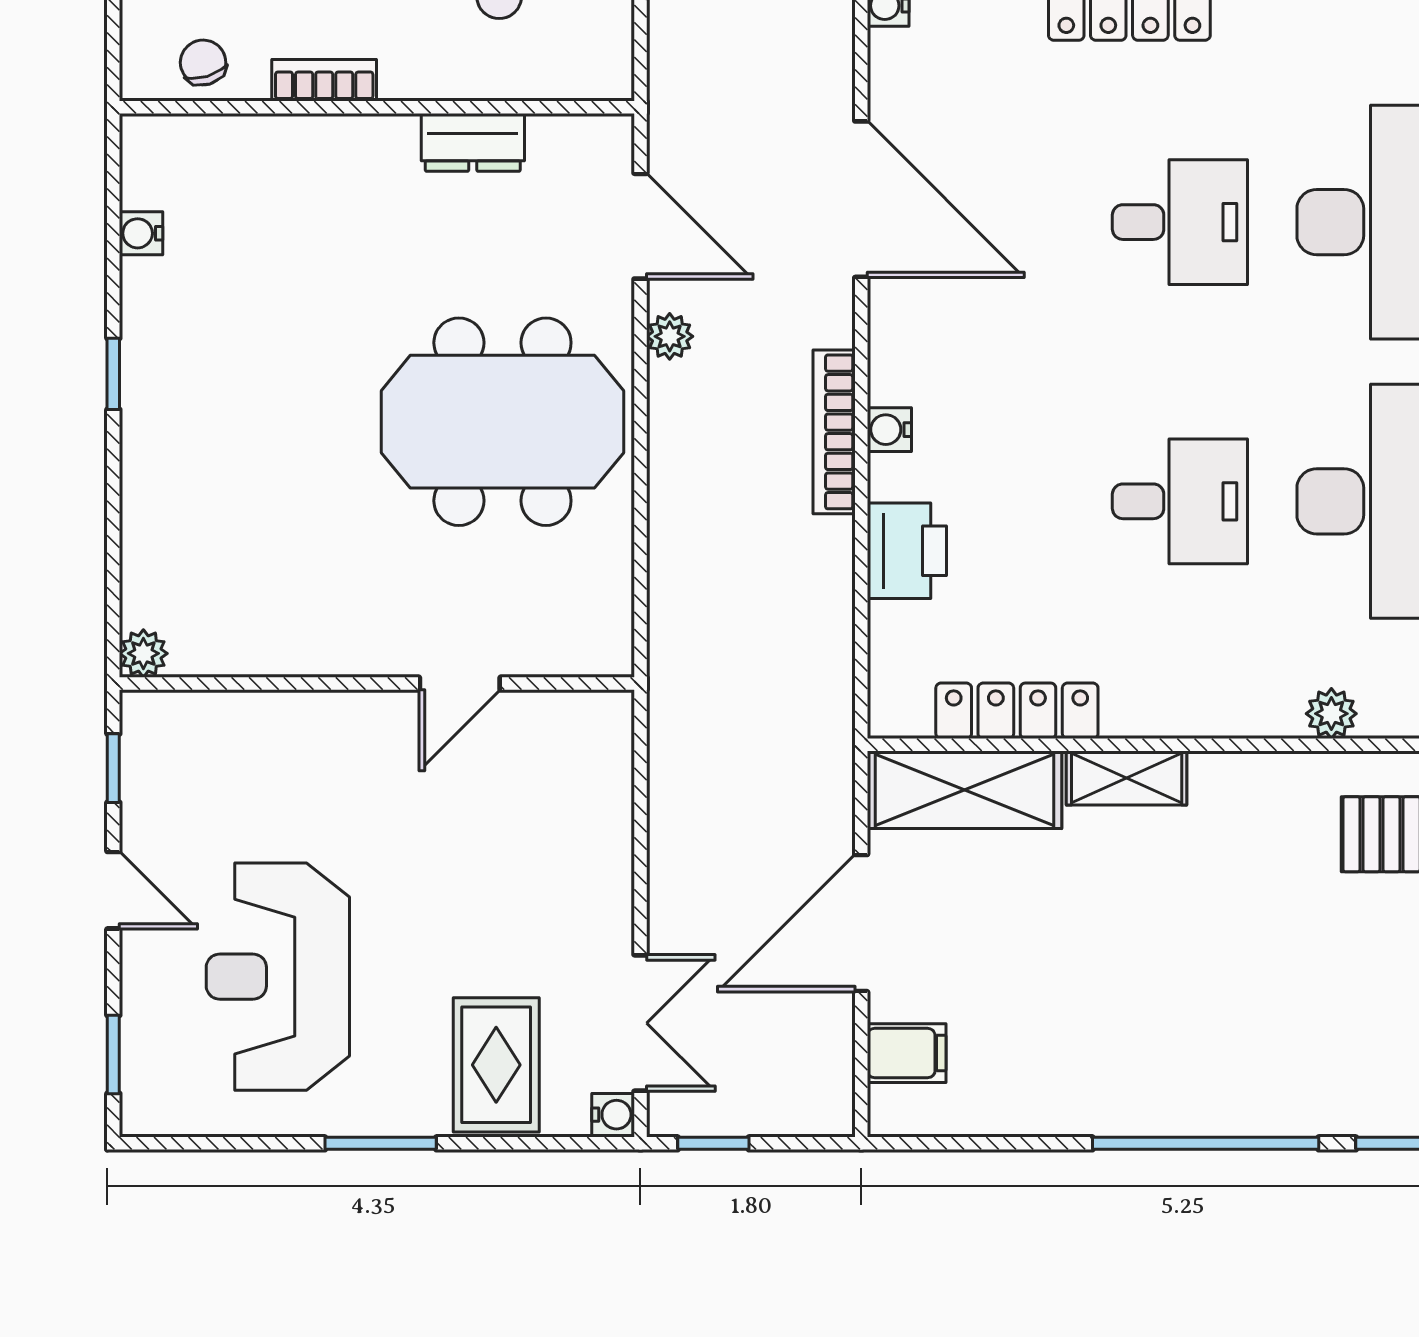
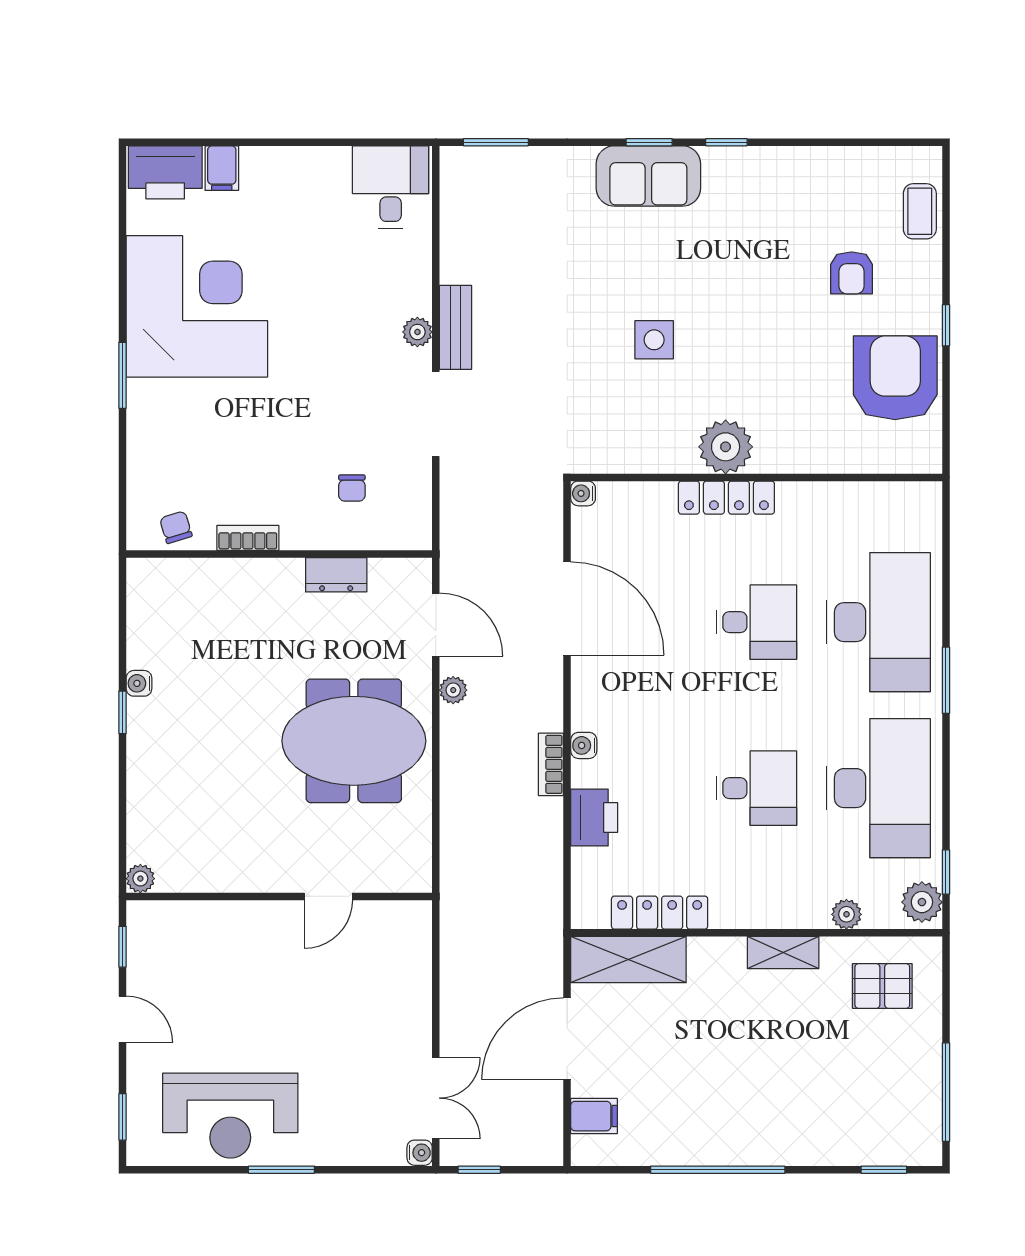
water cooler: (141, 233) -> (139, 683), moved
bookcase: (834, 432) -> (551, 764), width x0.64
shelving: (1127, 778) -> (783, 953), moved
reception desk: (278, 977) -> (230, 1116), moved, turned -90
rug: (496, 1065) -> (350, 1123), removed
window: (1206, 1143) -> (718, 1170), moved

